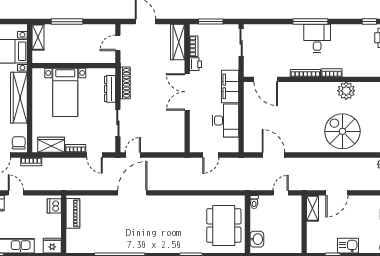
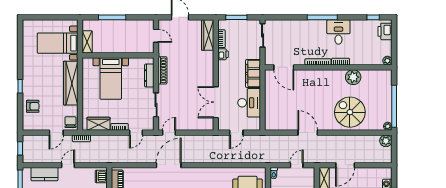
shelving: (38, 37) -> (87, 42), moved
desk: (317, 38) -> (338, 32), moved
door: (118, 43) -> (156, 36), swing flipped
double door: (187, 92) -> (216, 102), moved
door: (95, 155) -> (136, 133), hinge flipped
door: (274, 155) -> (308, 133), moved
door: (16, 193) -> (68, 165), hinge flipped

